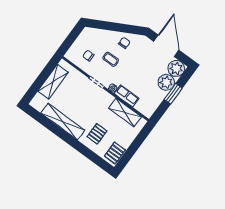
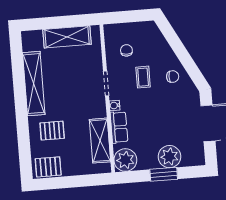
plant: (176, 68) -> (125, 160), moved

